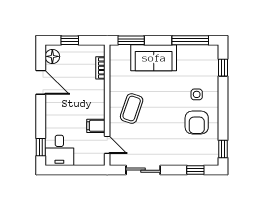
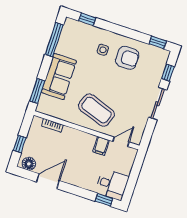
coffee table: (132, 109) -> (96, 110), width x1.36, depth x1.32
sliding door: (143, 170) -> (158, 104), moved

